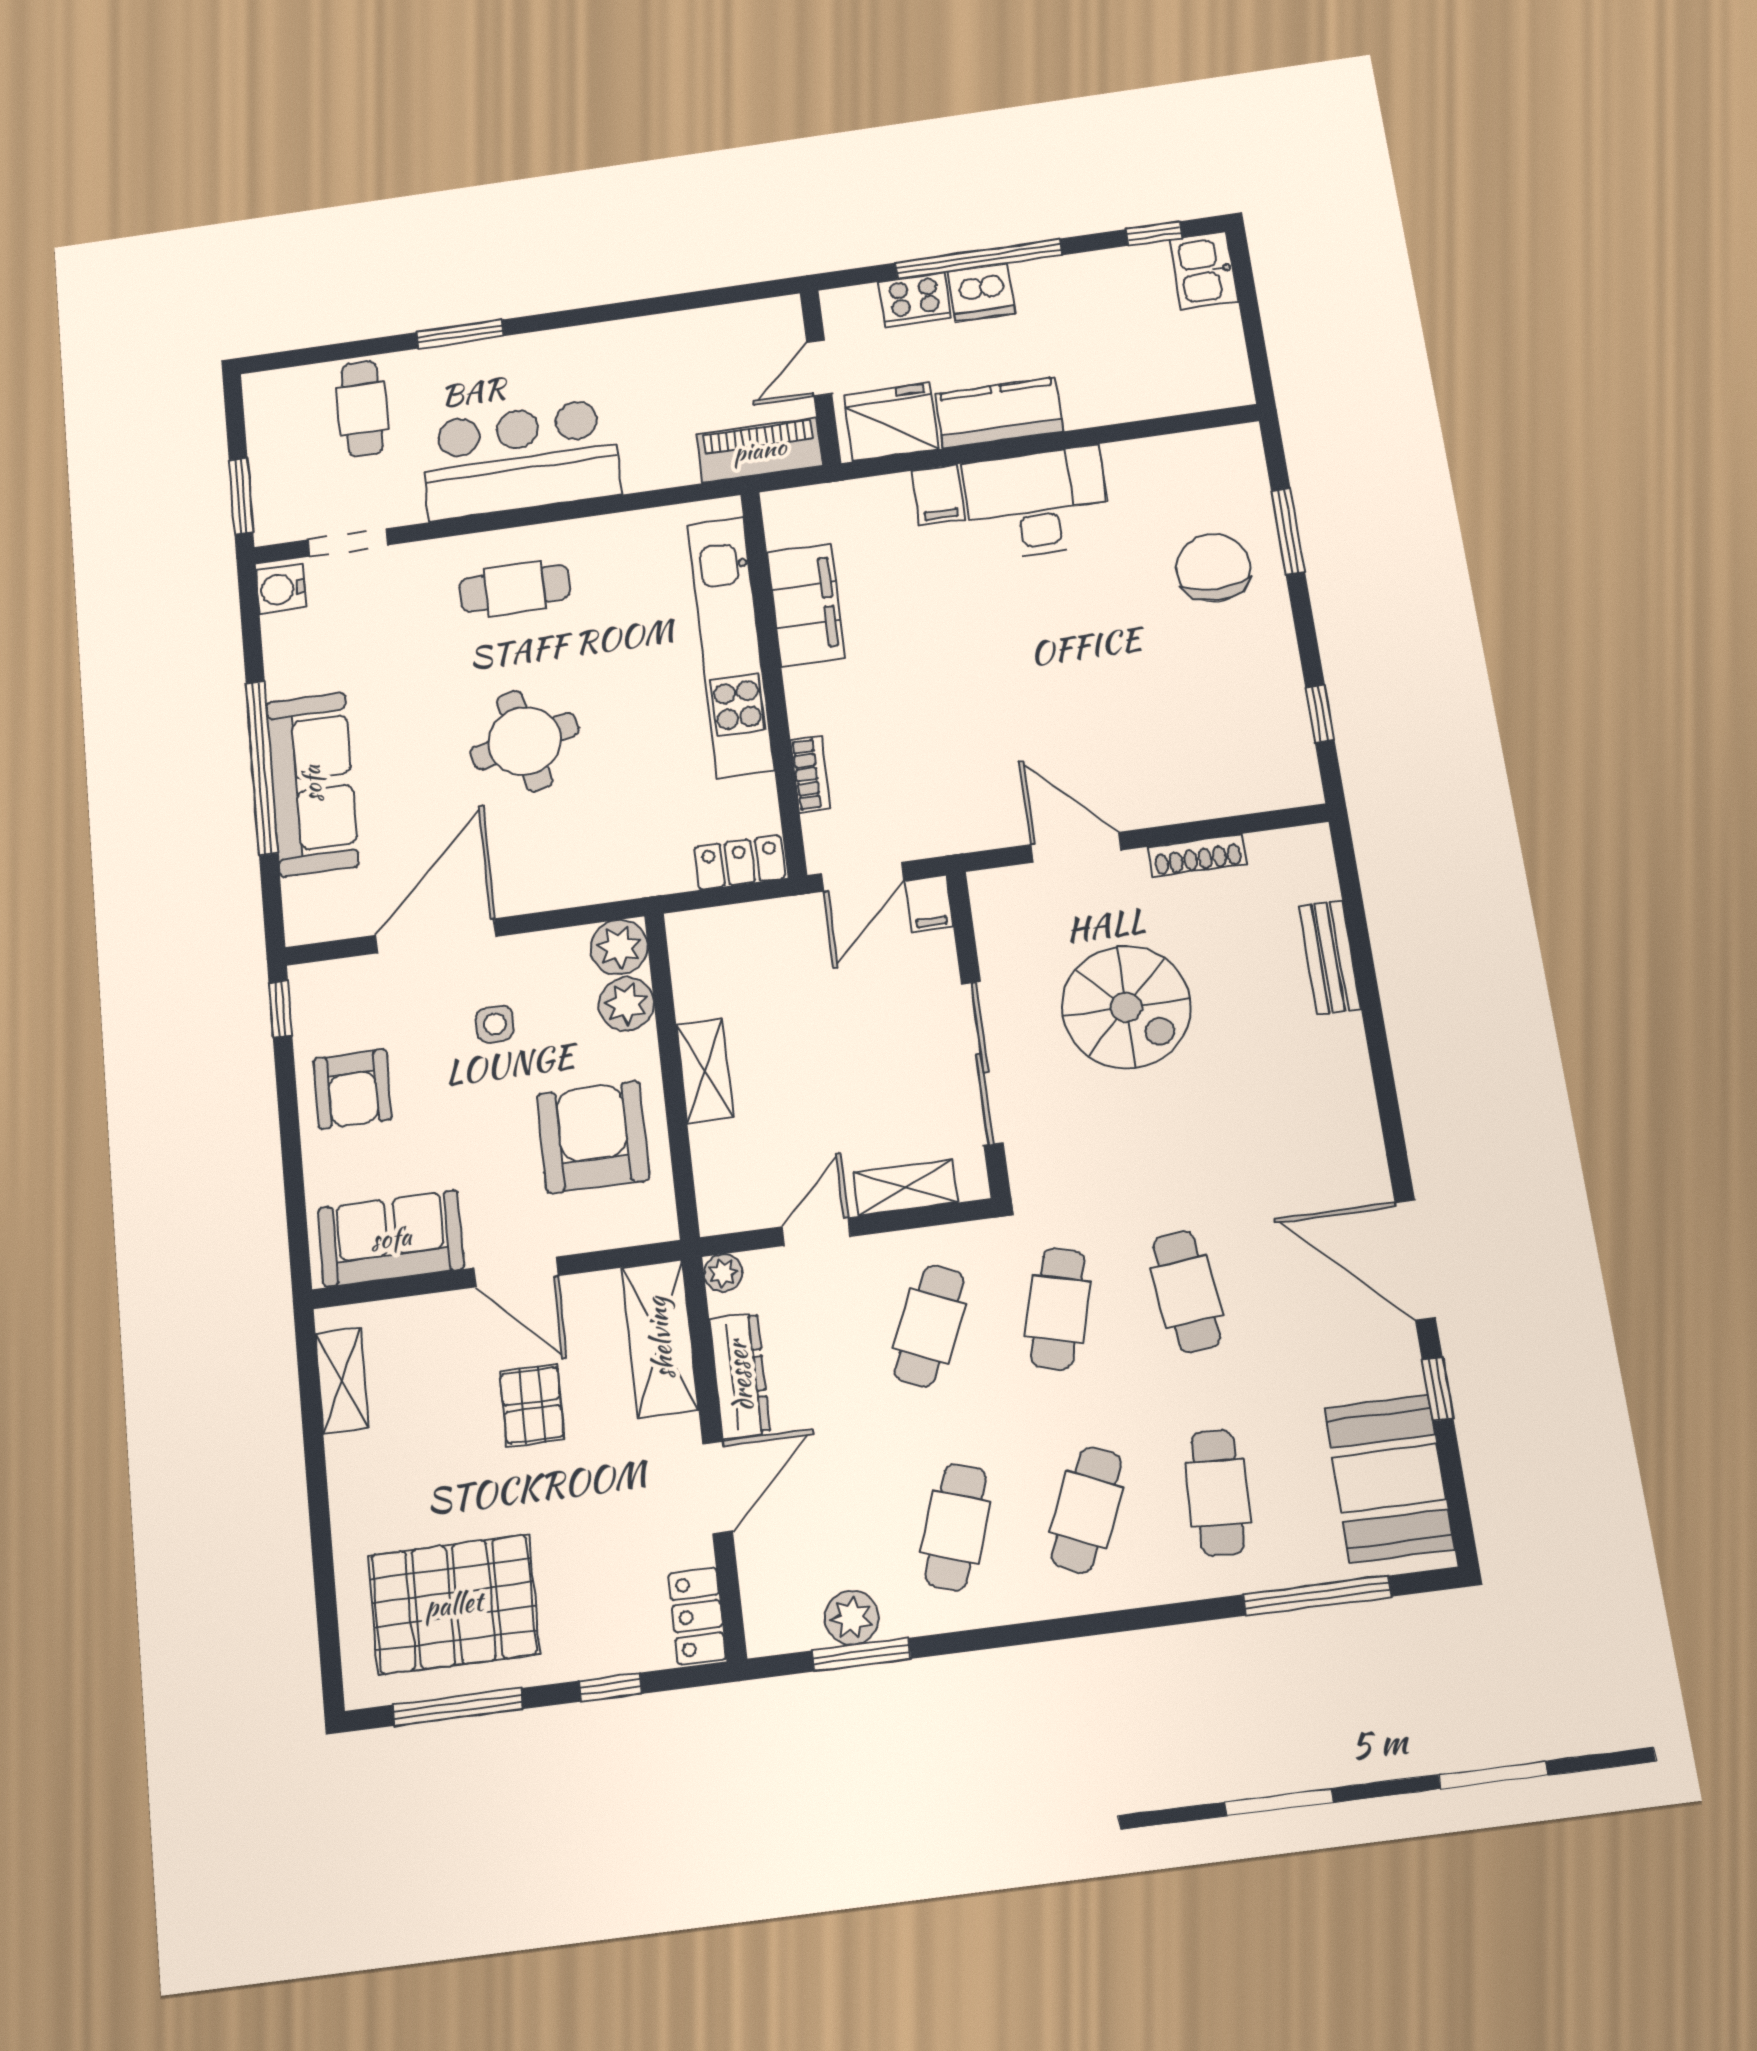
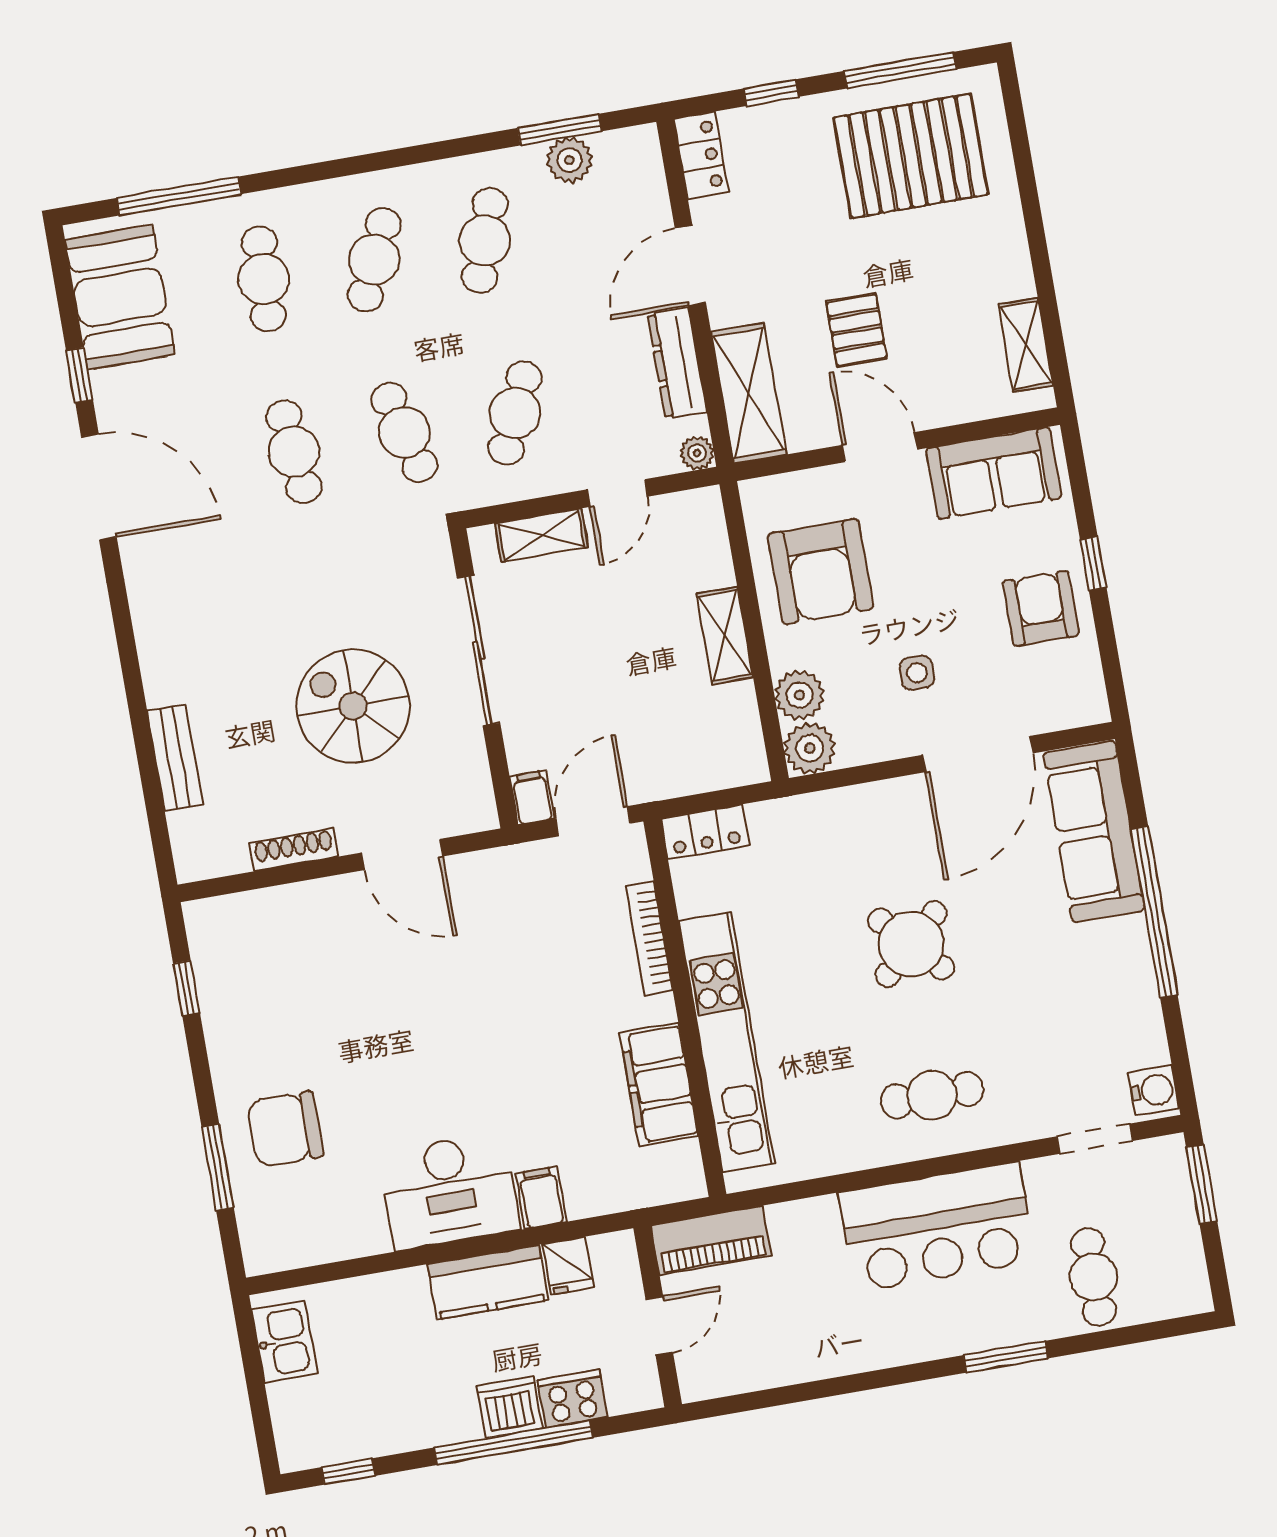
kitchen sink: (1204, 270) -> (285, 1342), moved
fridge: (892, 422) -> (568, 1266), width x0.53, depth x0.75
chair: (1213, 568) -> (285, 1129), turned 90
round table: (525, 741) -> (911, 944), turned -30
bookcase: (810, 774) -> (649, 938), width x1.56
sofa: (312, 784) -> (1094, 832), moved
window: (280, 1009) -> (1093, 564), moved
cafe table: (1058, 1309) -> (404, 432), turned -30

